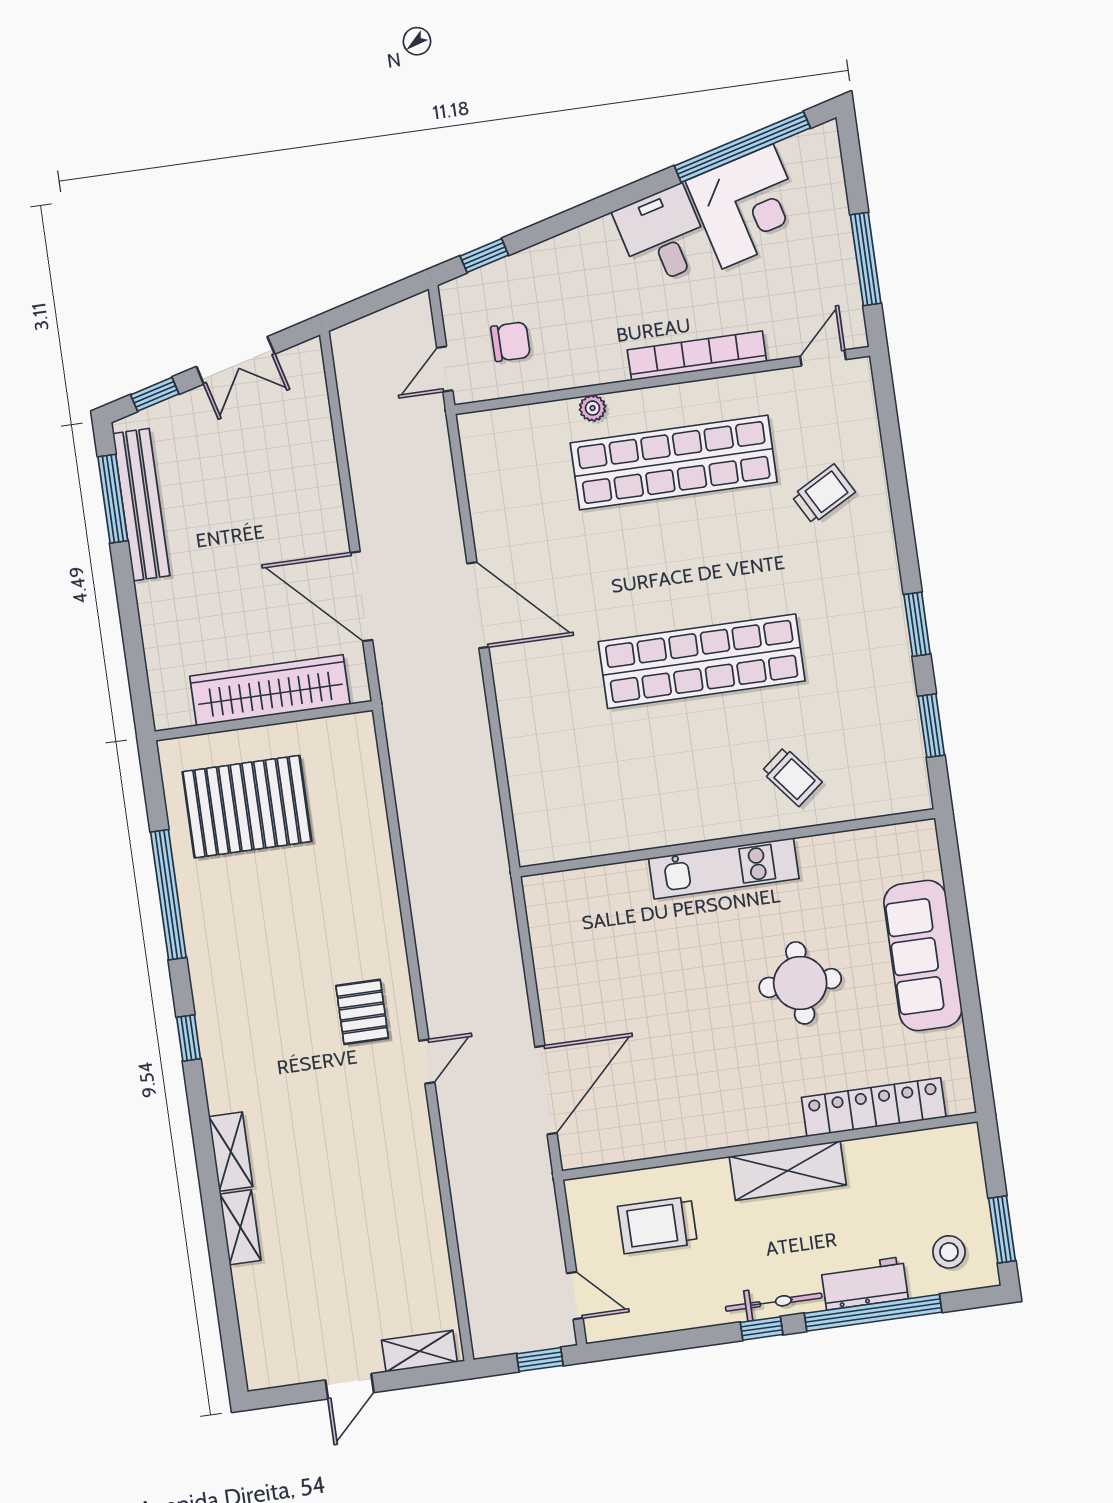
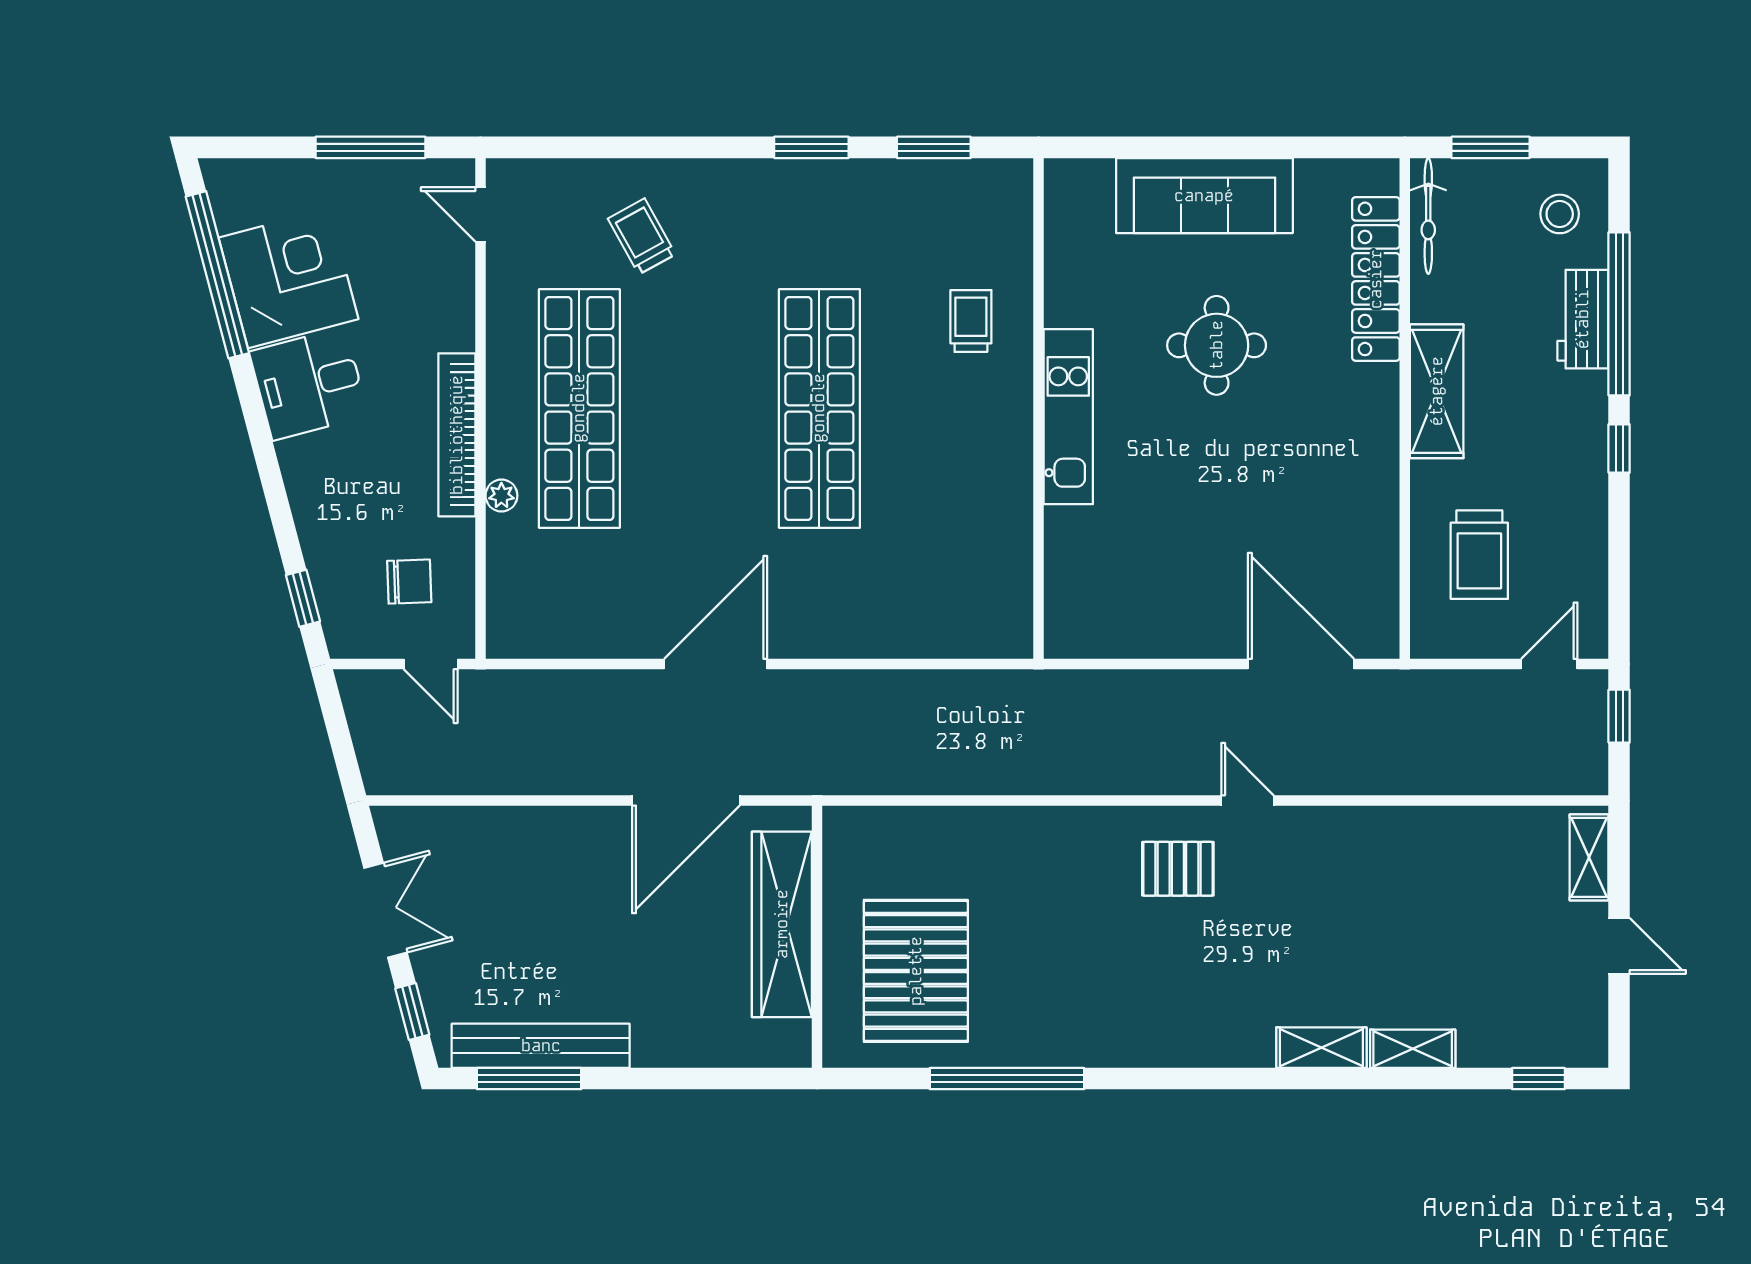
chair: (511, 342) -> (409, 582), turned 88
bookcase: (697, 356) -> (457, 435), moved
trolley: (792, 777) -> (971, 321), turned -51
window: (189, 1038) -> (1538, 1079), moved
window: (1002, 1229) -> (1491, 147), moved
bicycle: (774, 1302) -> (1428, 216), moved, turned 180

